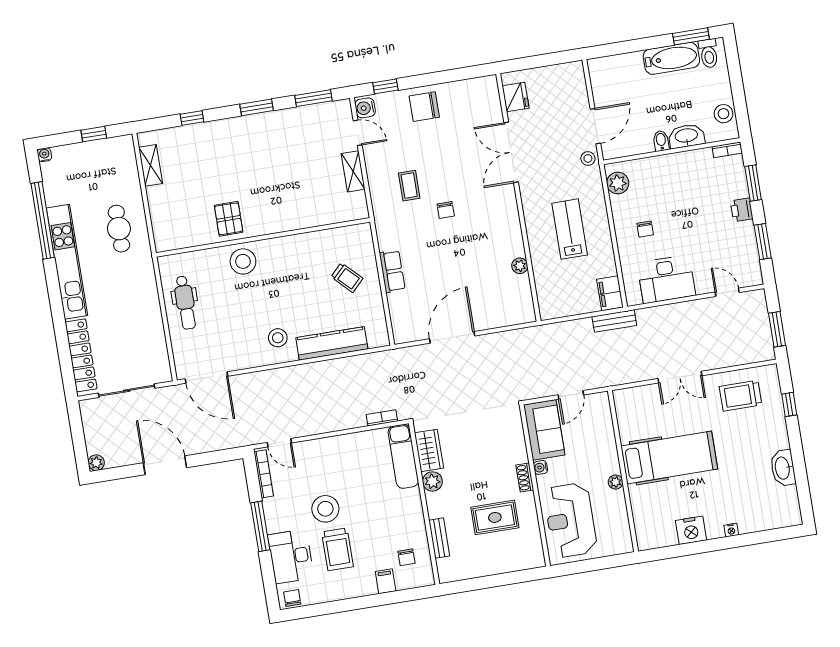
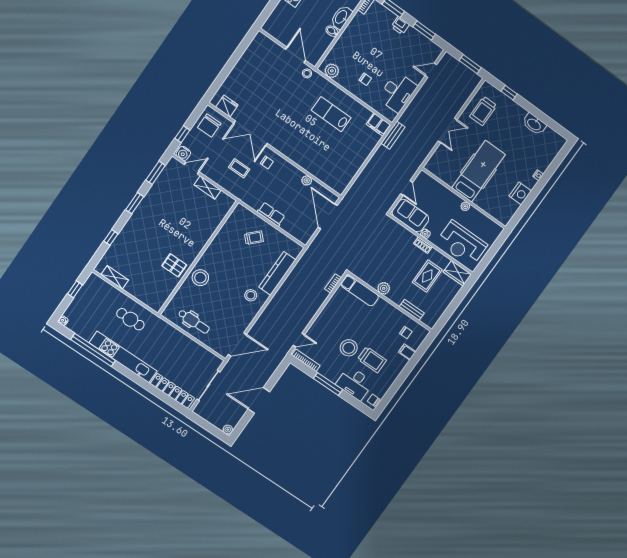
fridge: (516, 97) -> (227, 106), moved
double door: (511, 152) -> (251, 133), moved
wall: (518, 197) -> (275, 150), moved
plant: (520, 266) -> (307, 180), moved
wardrobe: (429, 450) -> (457, 273), moved, turned 180

